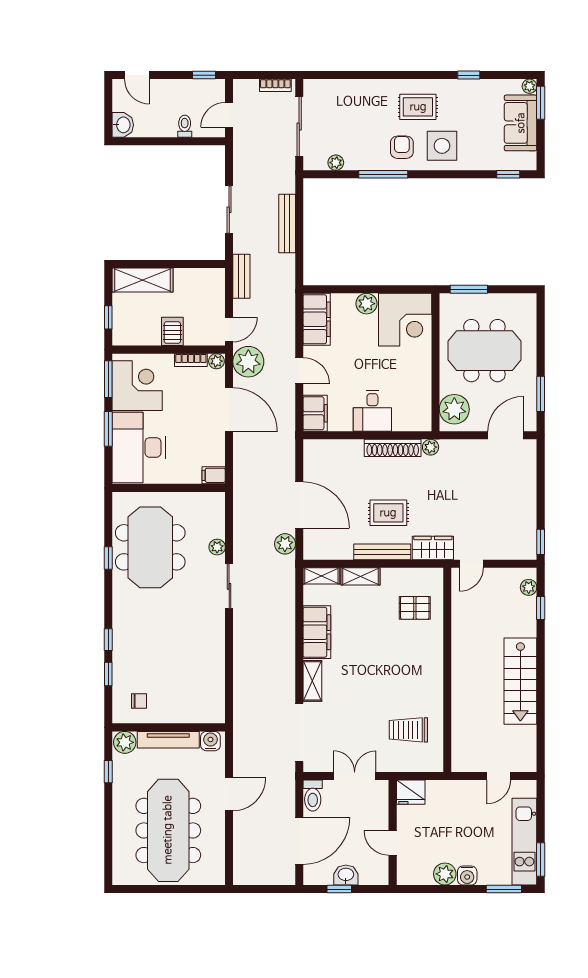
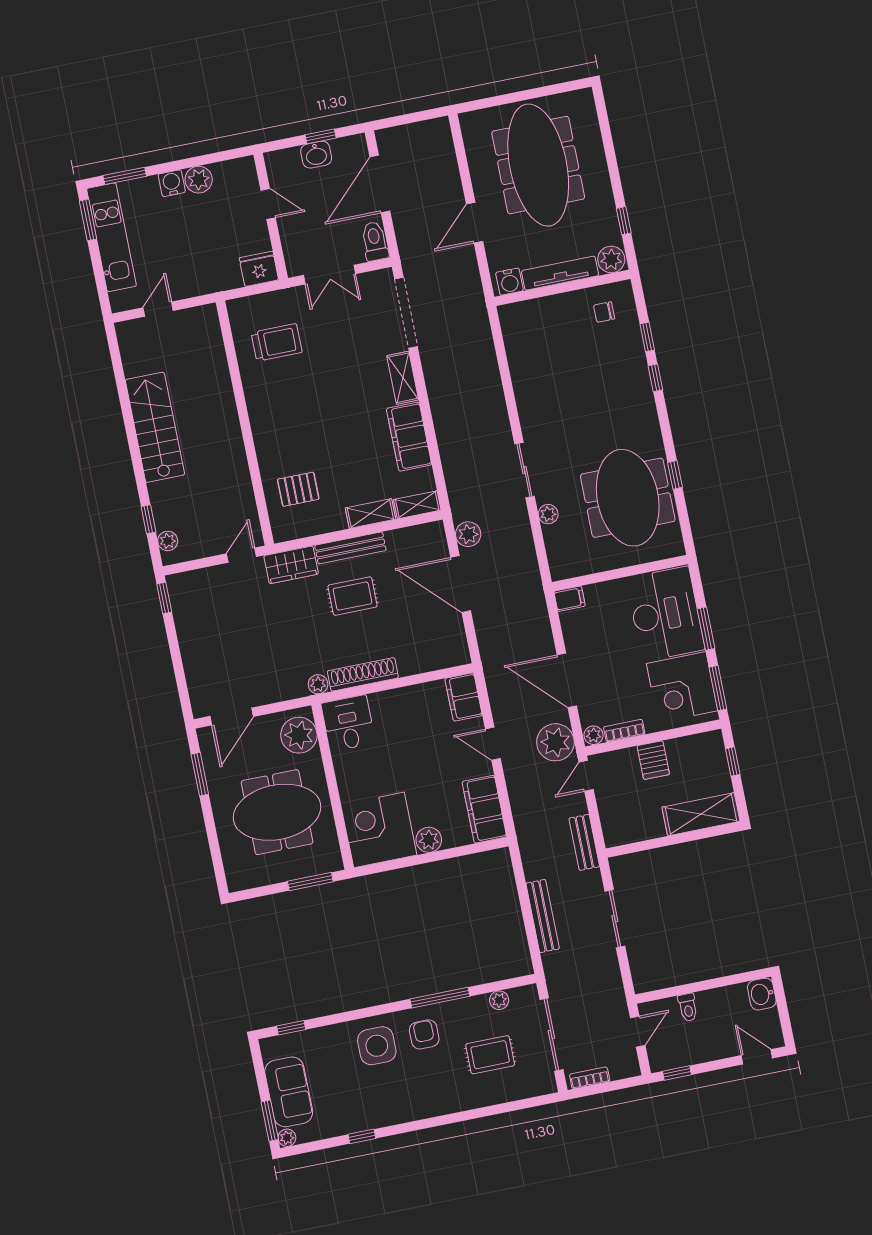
rug: (418, 107) -> (490, 1055), moved
armchair: (402, 147) -> (424, 1034), turned 180
desk: (372, 411) -> (348, 723), moved

